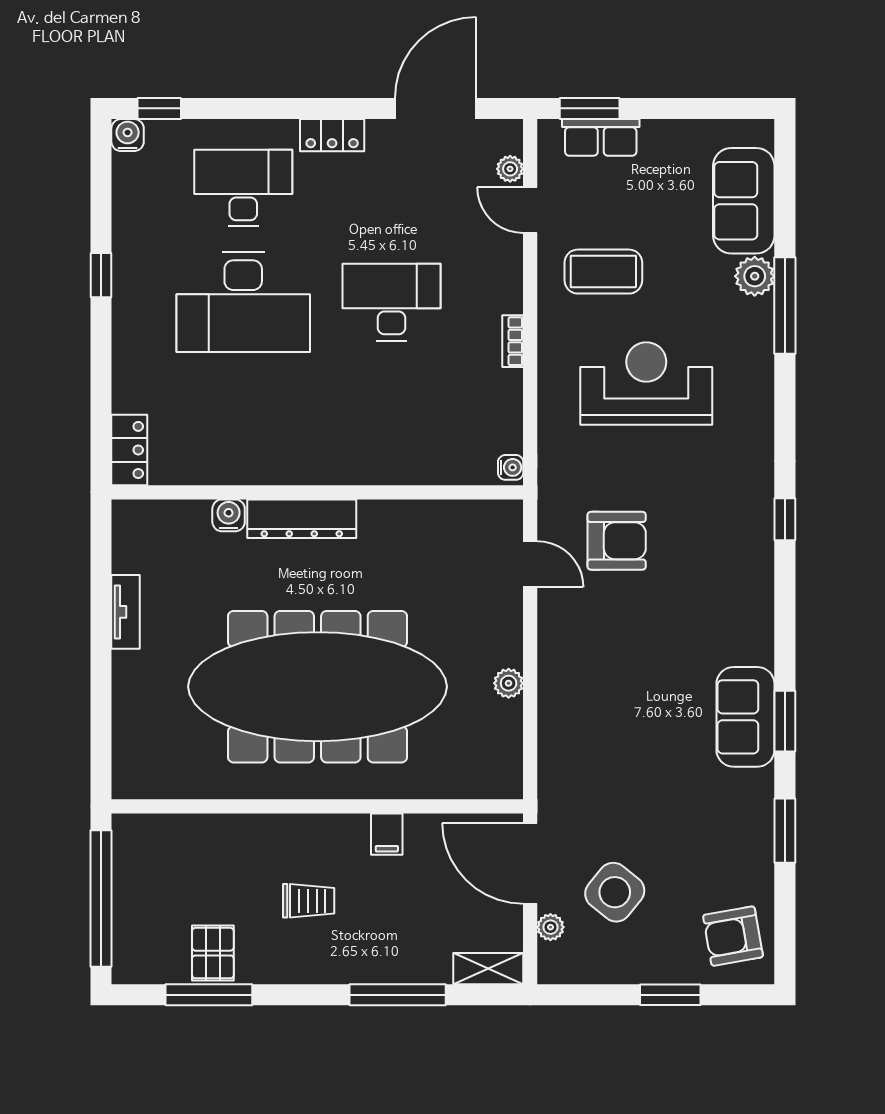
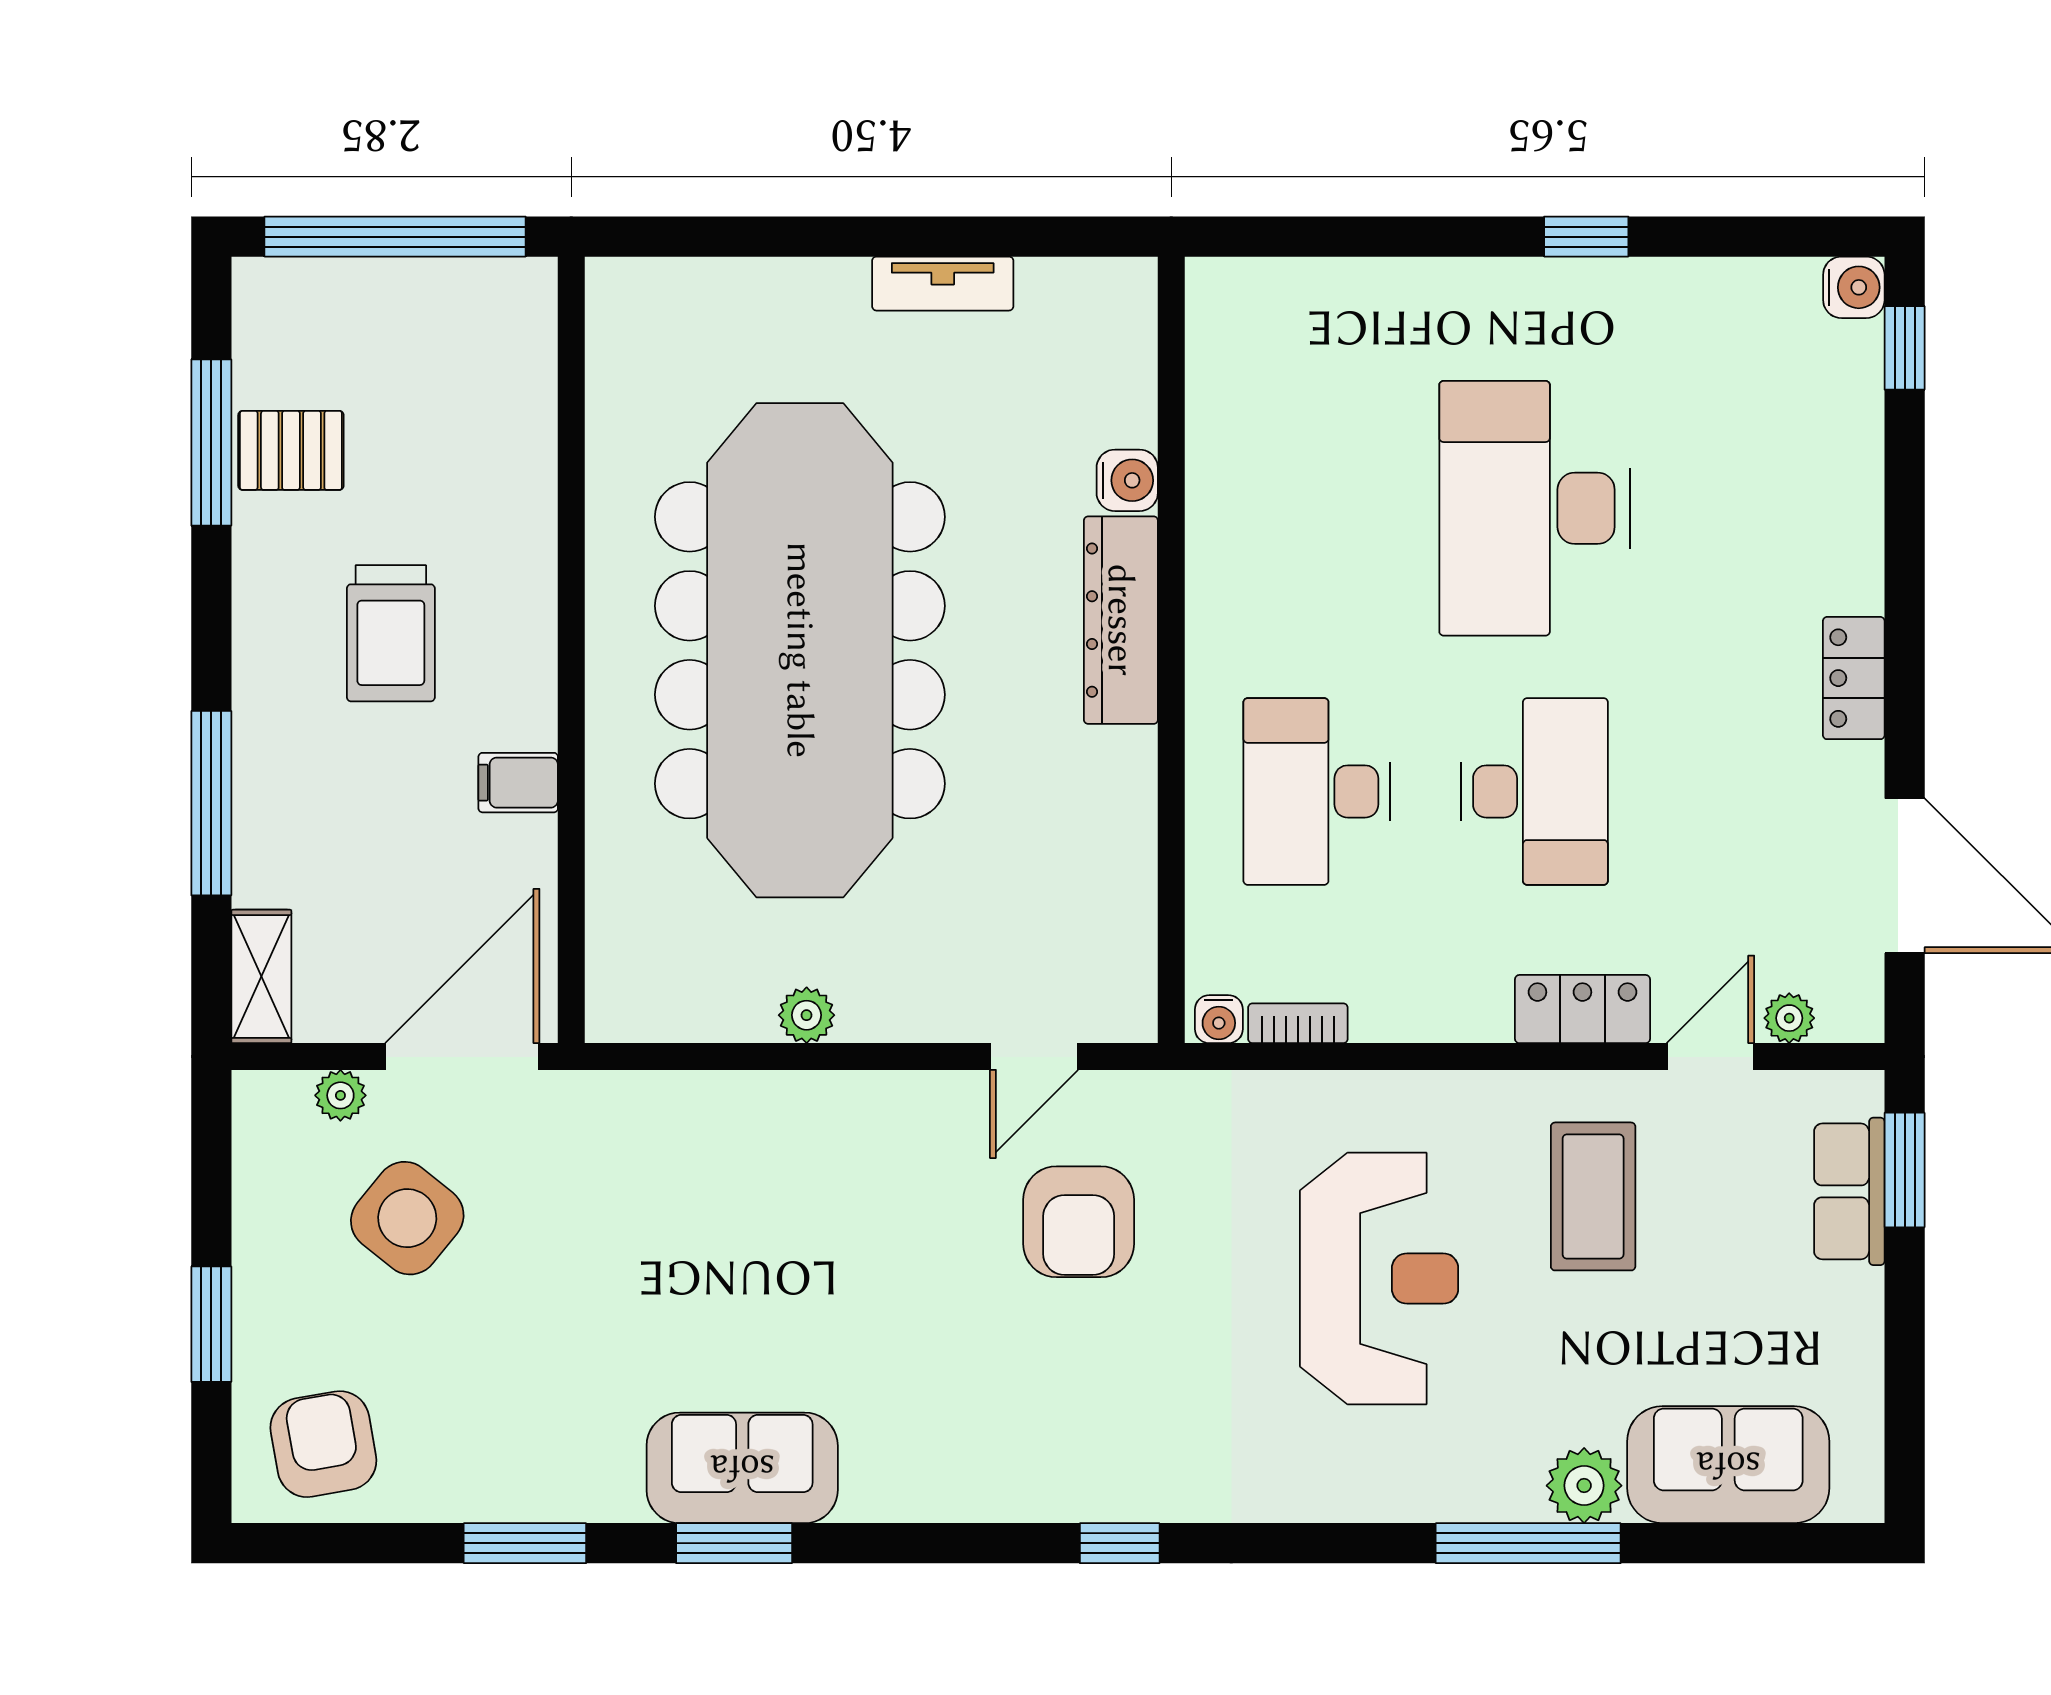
desk: (243, 188) -> (1317, 791), moved, turned 180
bookcase: (513, 341) -> (1298, 1023), moved
locker: (129, 450) -> (1582, 1009), moved, turned 180
trolley: (309, 901) -> (391, 633), width x1.36, depth x1.39

